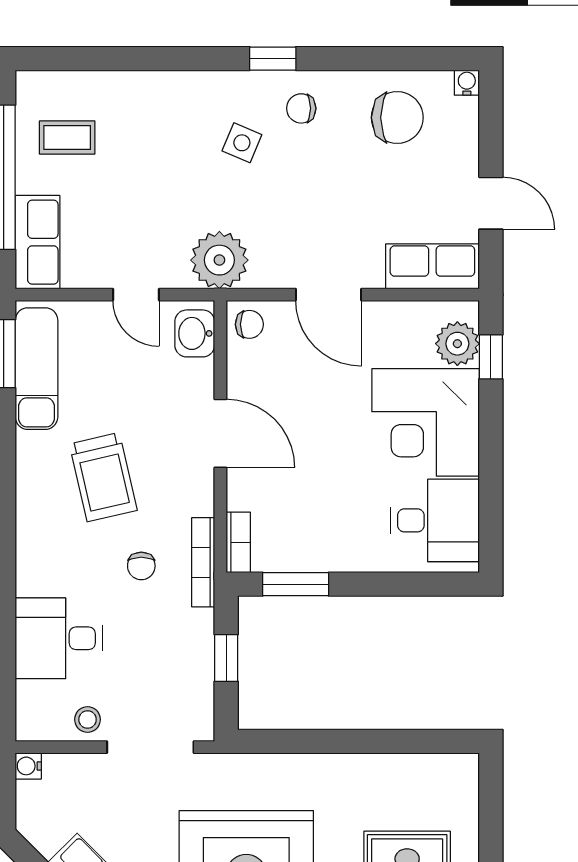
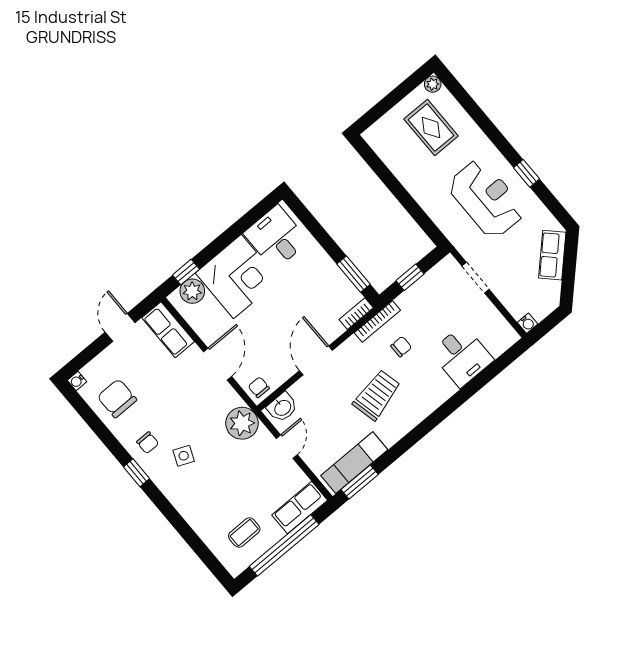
coffee table: (67, 137) -> (244, 533), turned 90
stool: (88, 719) -> (486, 315), removed
doorway: (150, 747) -> (476, 278), width x0.73

